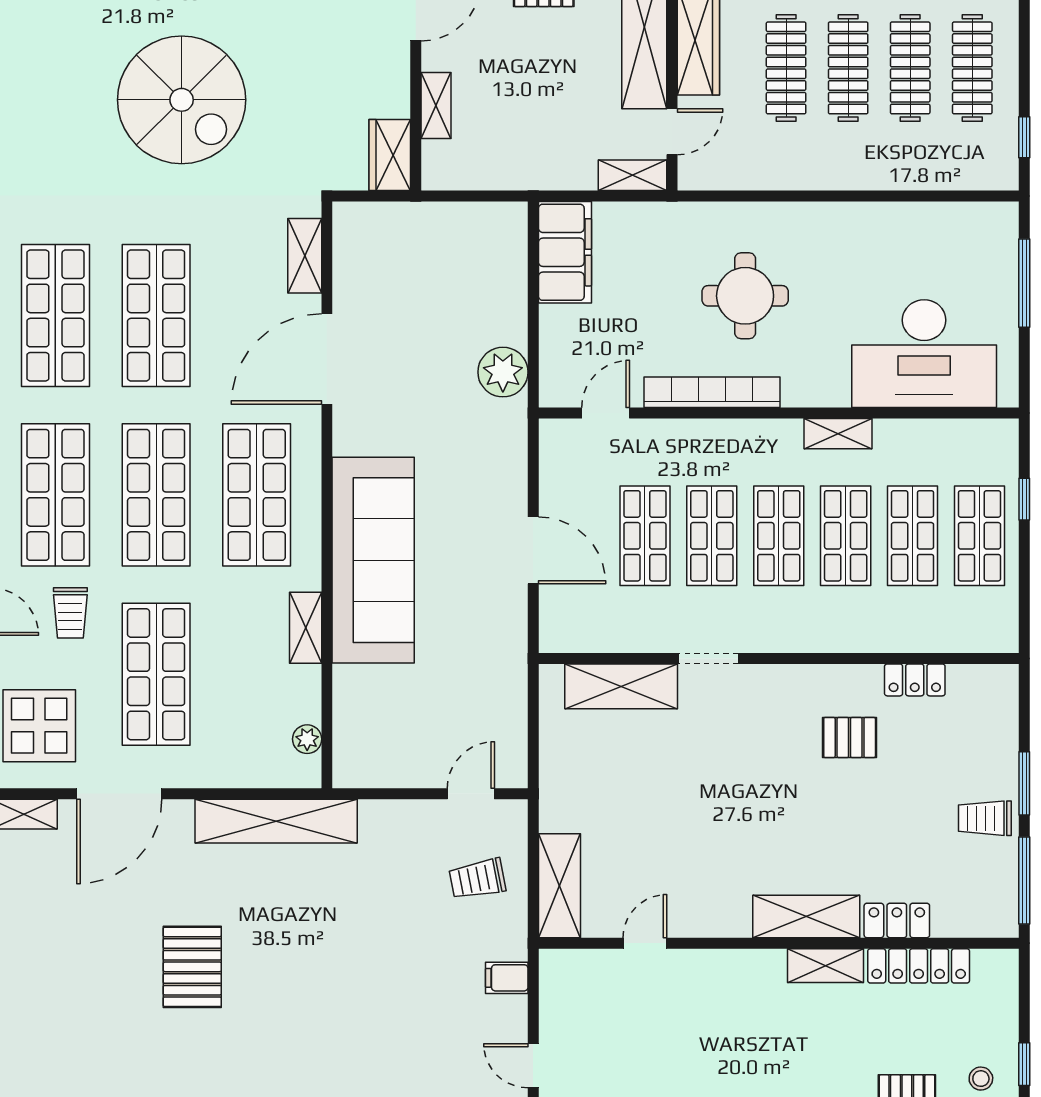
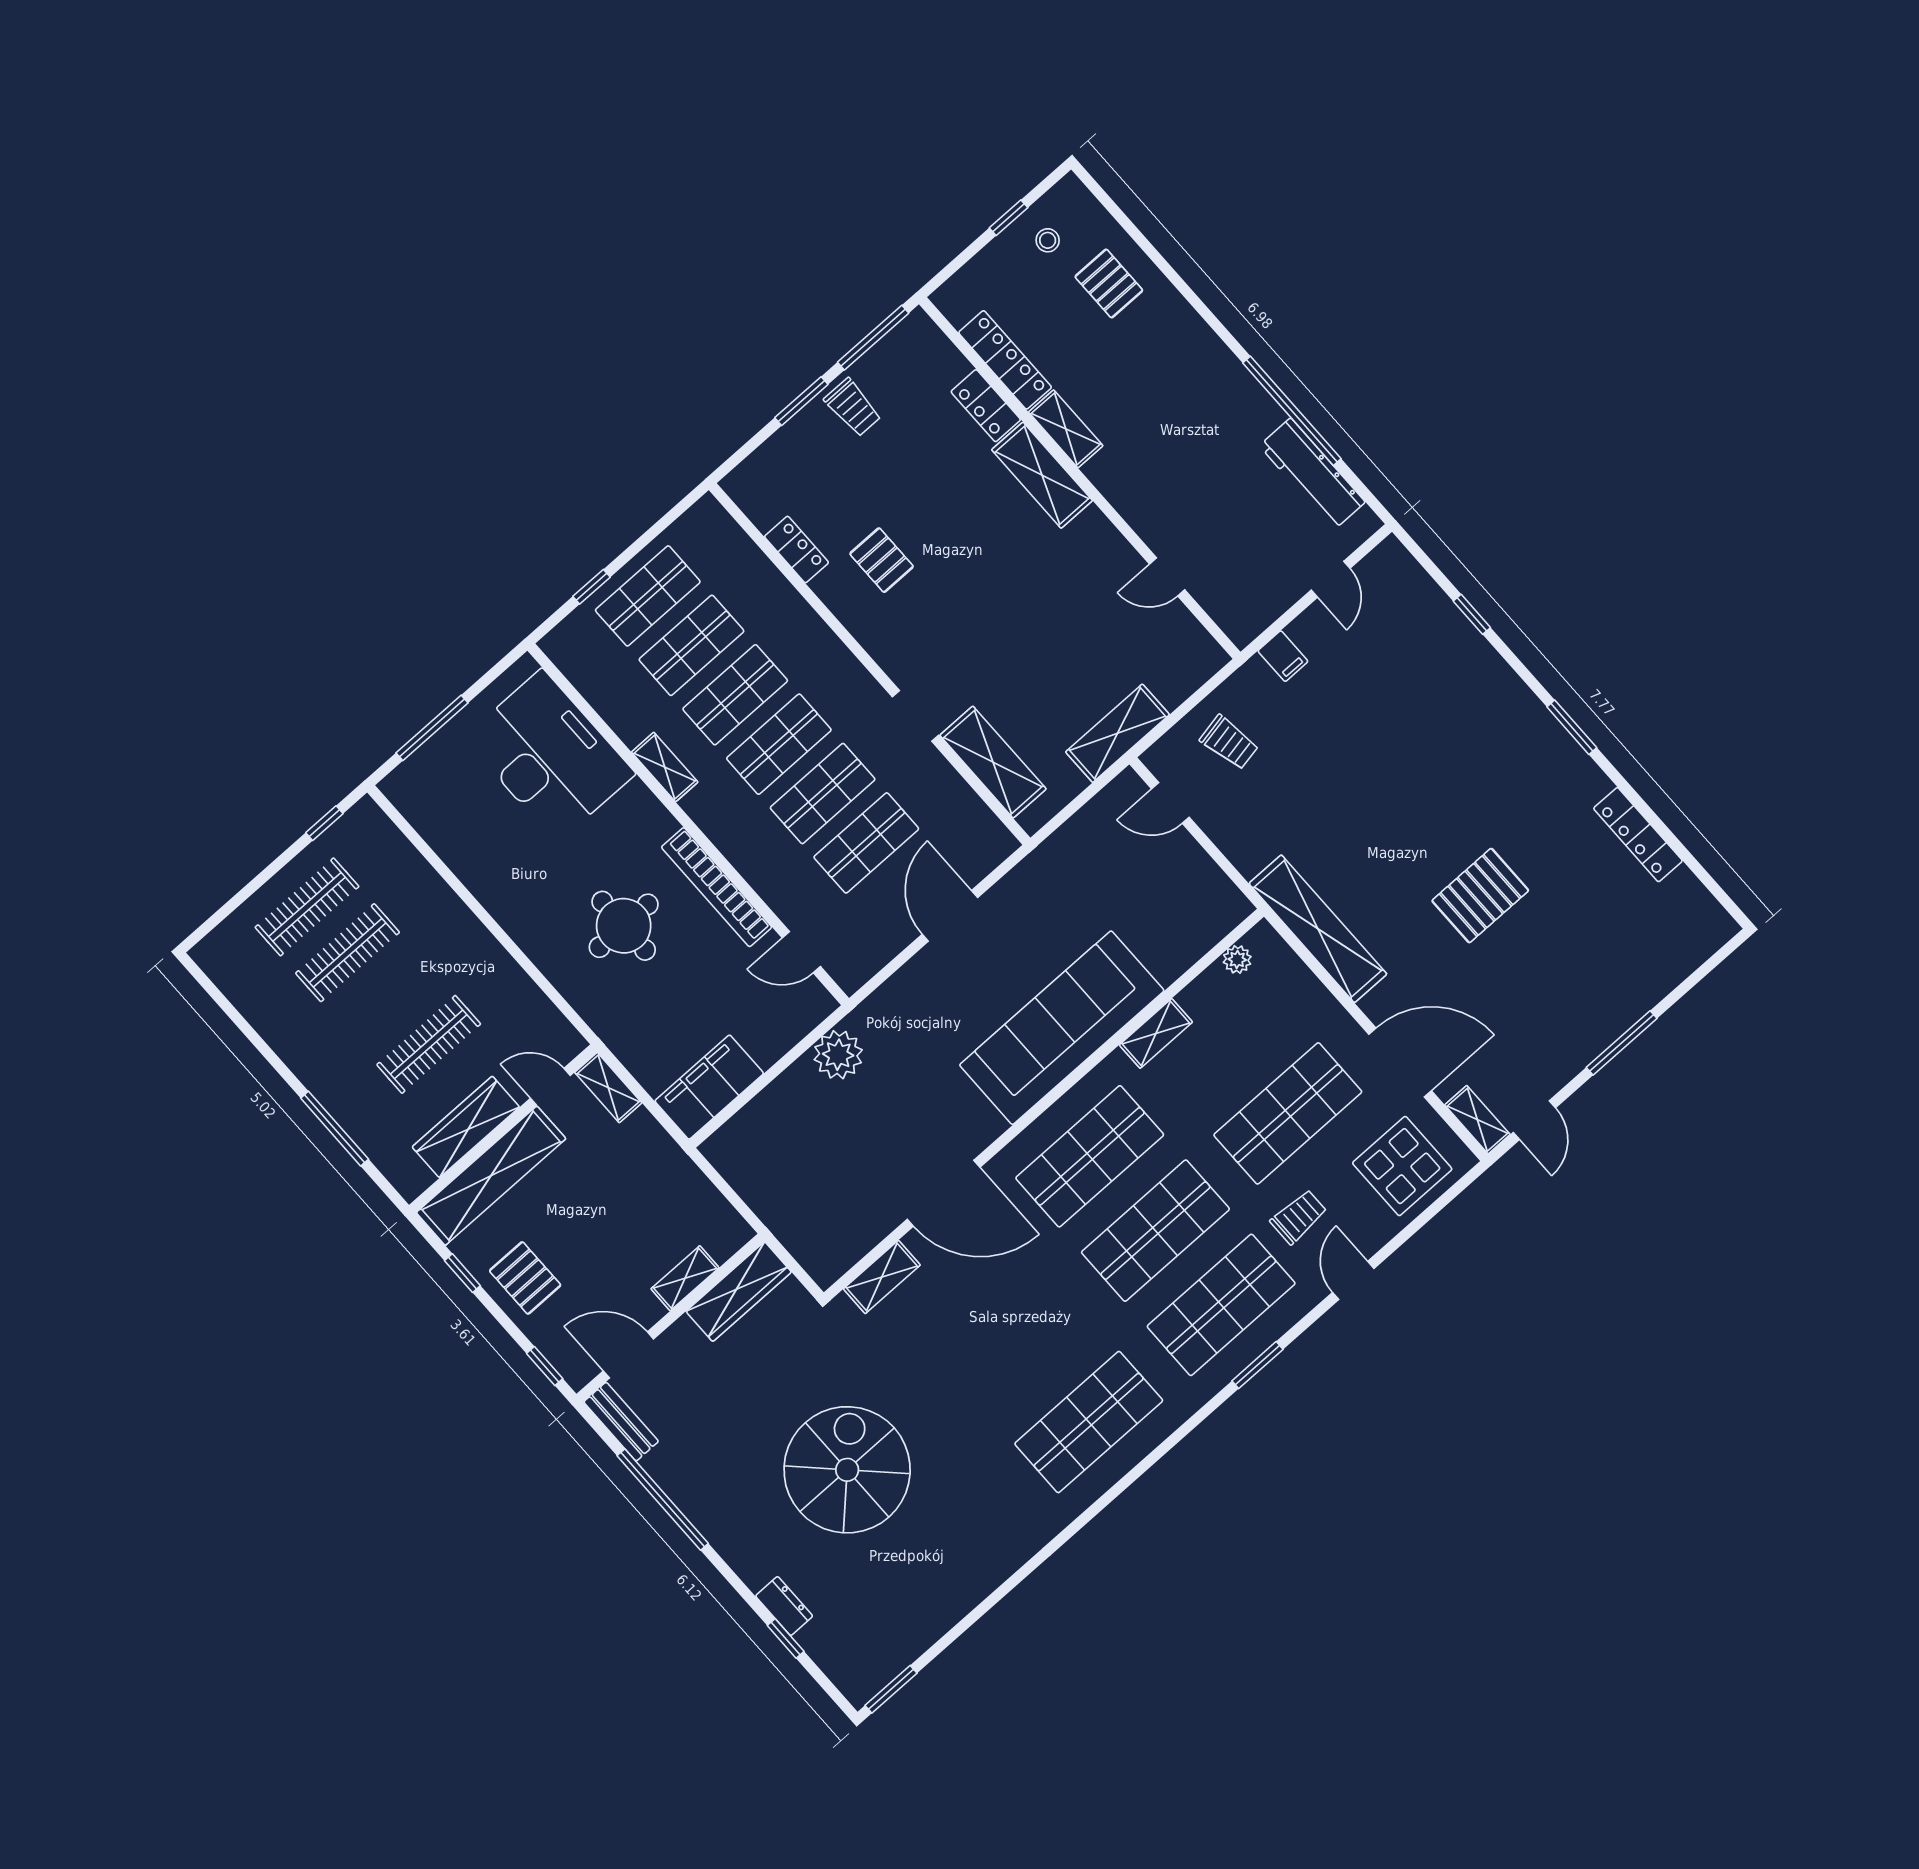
clothes rail: (848, 68) -> (388, 999), removed
wardrobe: (390, 155) -> (739, 1292), width x1.50
shop shelf: (156, 316) -> (1023, 1348), removed
shelving: (559, 886) -> (1117, 733), moved

